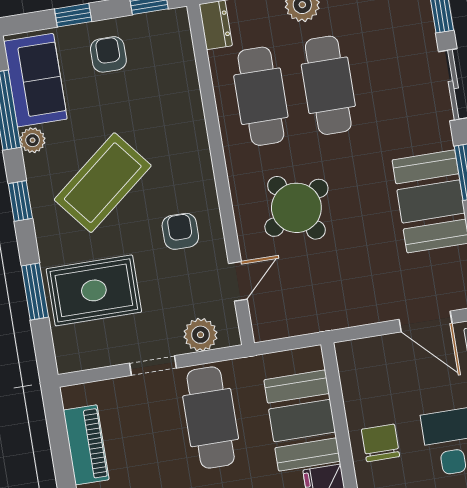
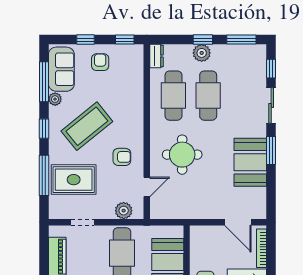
round table: (296, 208) -> (182, 155), turned 32
armchair: (180, 231) -> (122, 157), turned 90
window: (35, 291) -> (44, 175), width x1.44
doorway: (153, 366) -> (83, 222), moved

